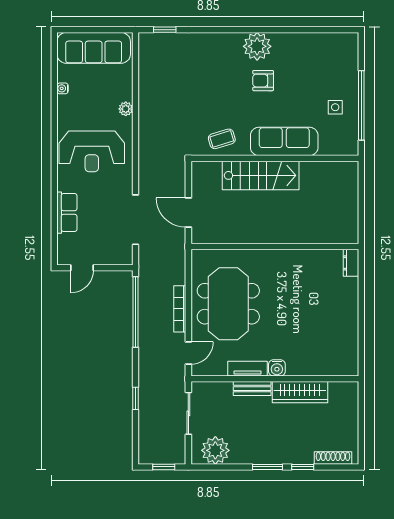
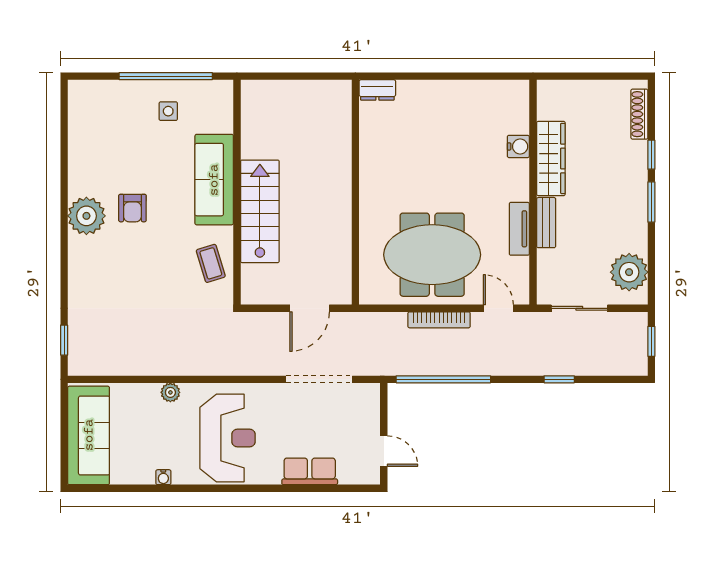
water cooler: (63, 88) -> (163, 477), moved
water cooler: (277, 368) -> (518, 146), moved

